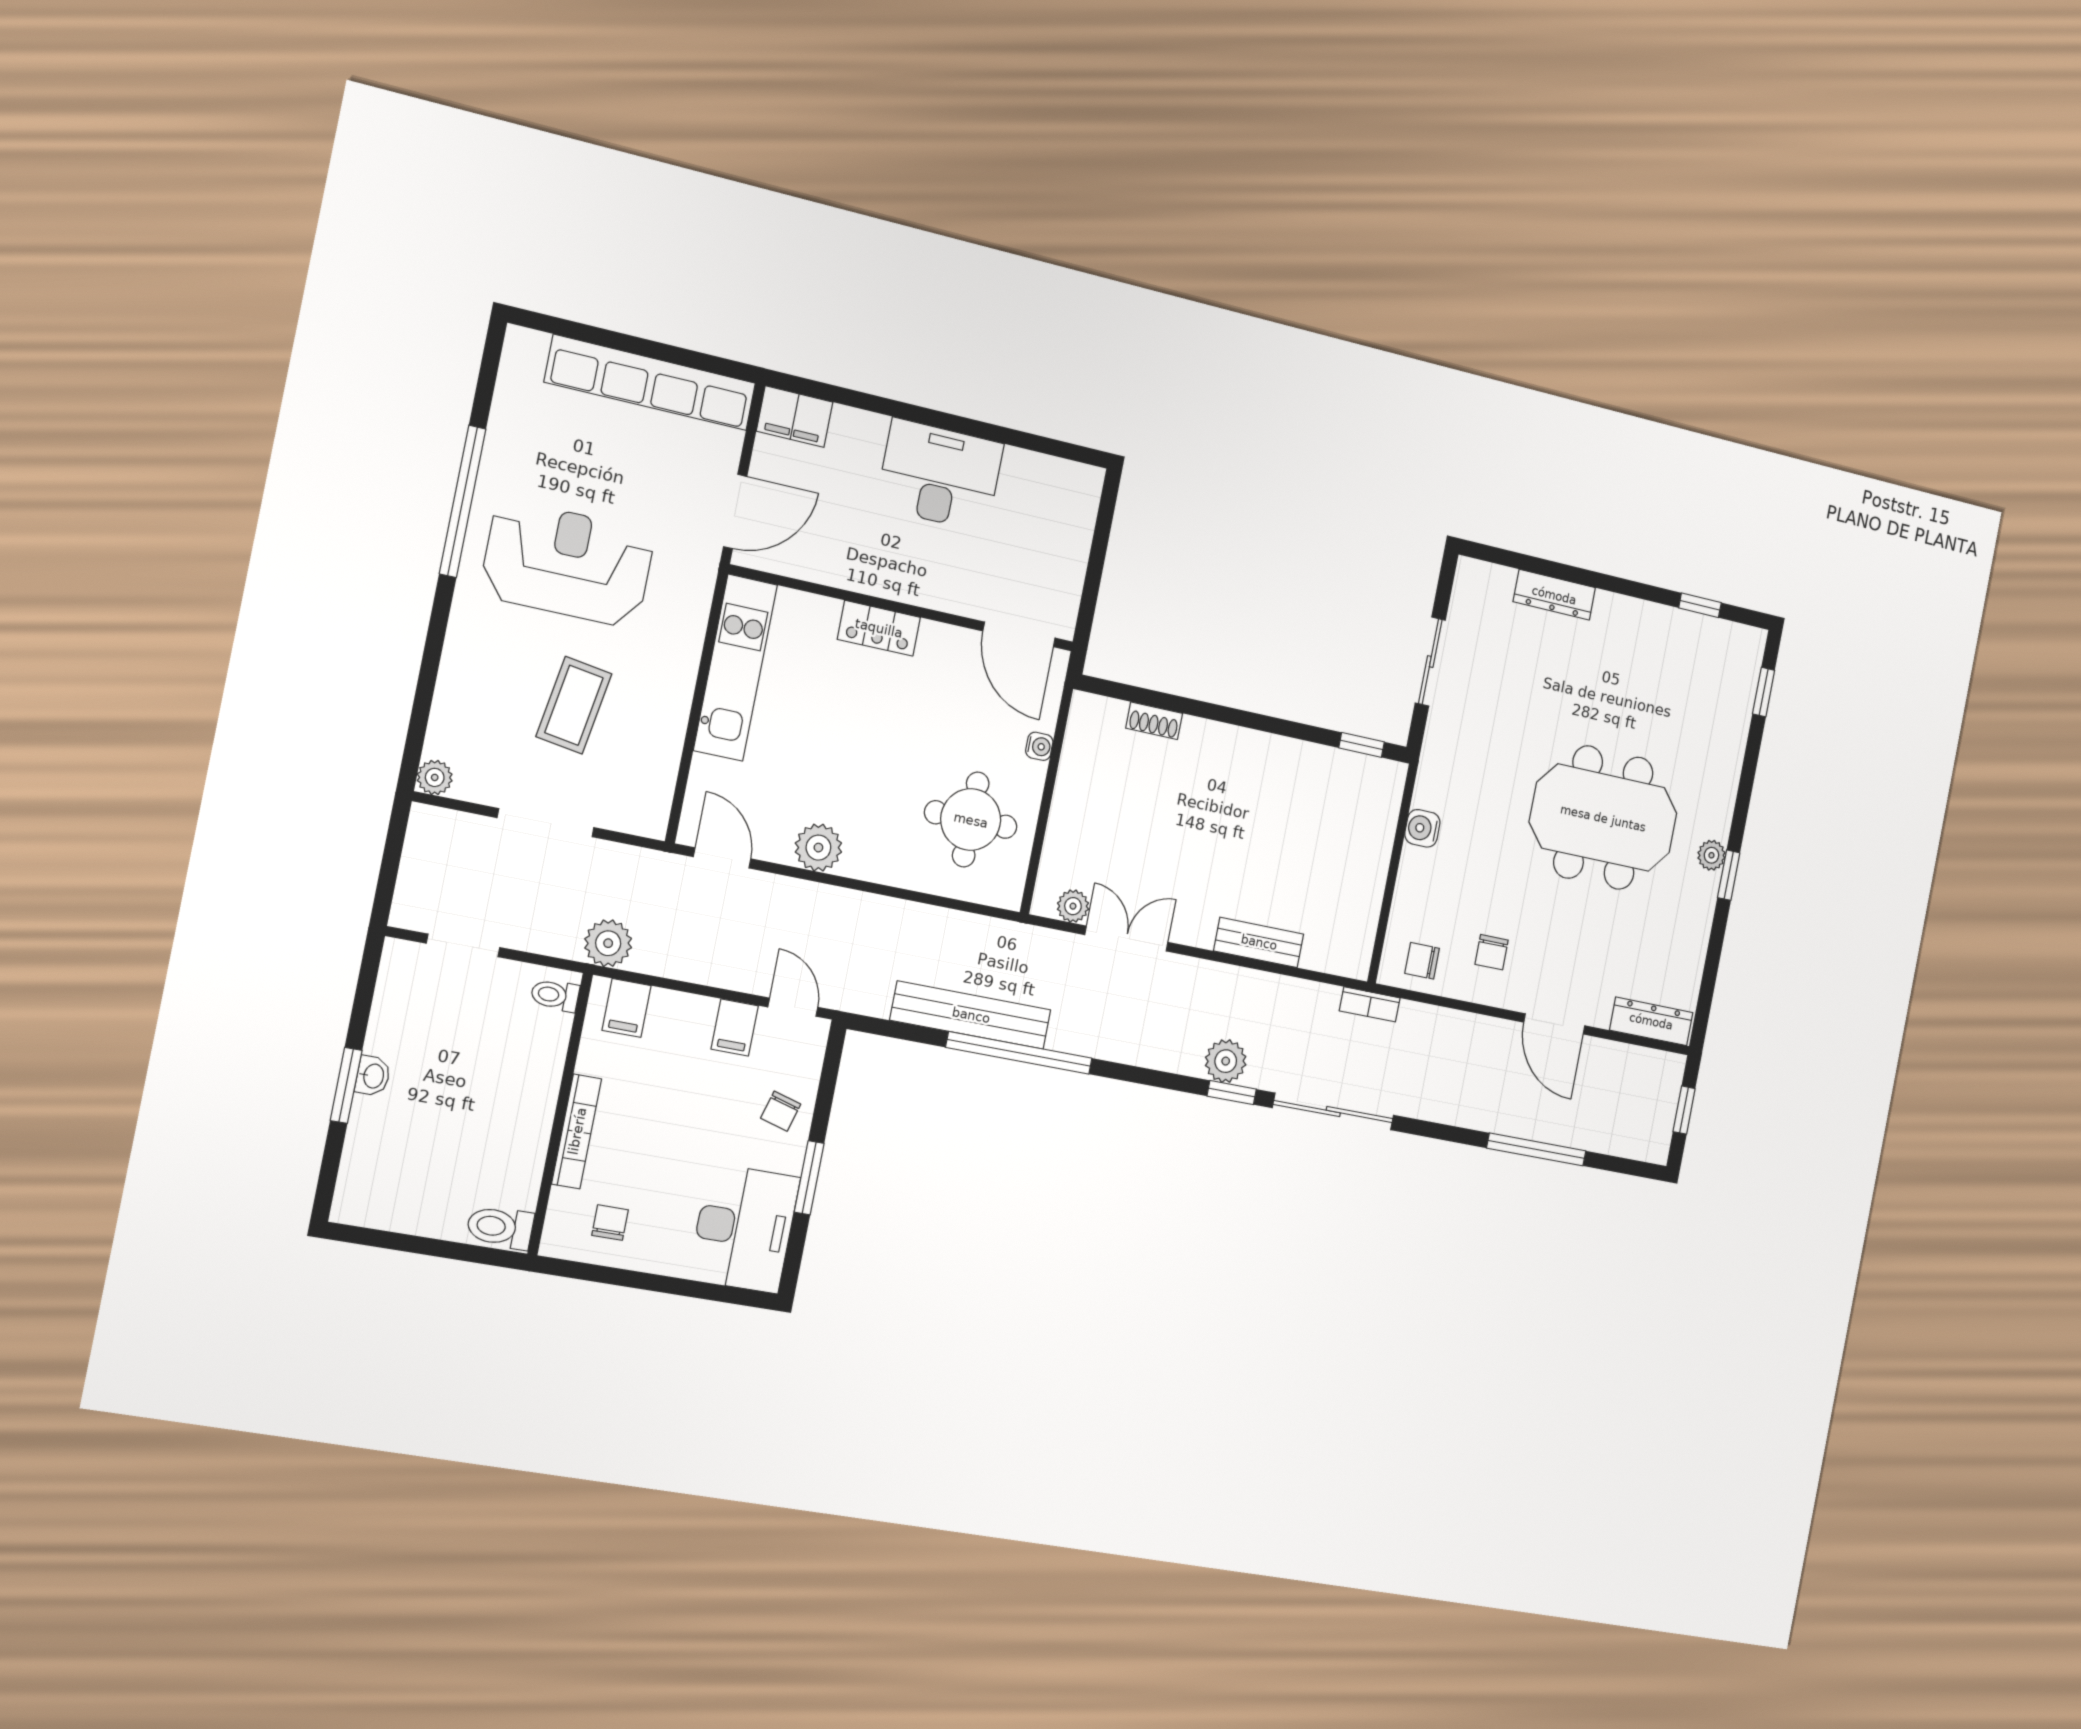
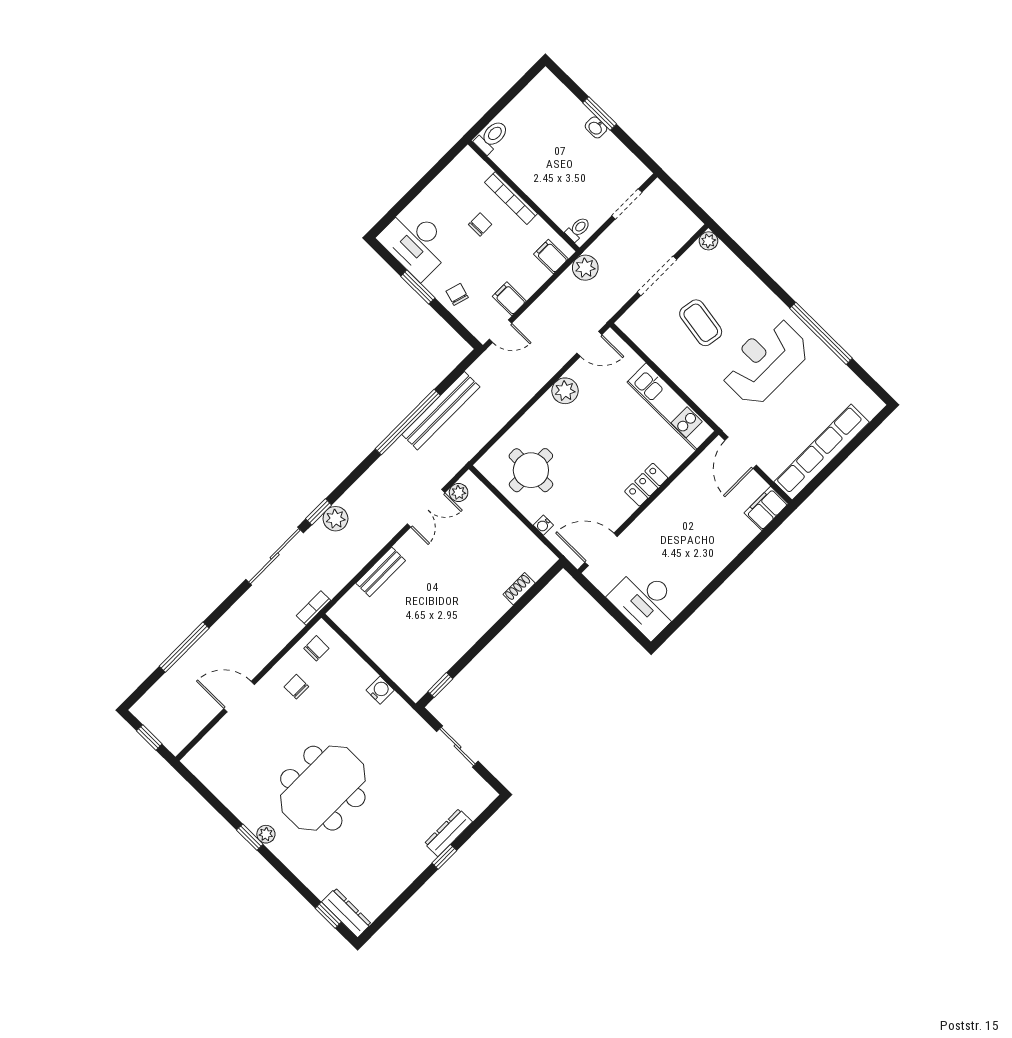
desk: (940, 475) -> (646, 602), moved, turned 90
reception desk: (567, 563) -> (765, 362), turned 180
window: (1700, 605) -> (444, 857), moved
dresser: (1651, 1021) -> (346, 913), moved, turned -90
chair: (610, 1223) -> (480, 224), moved, turned -90

